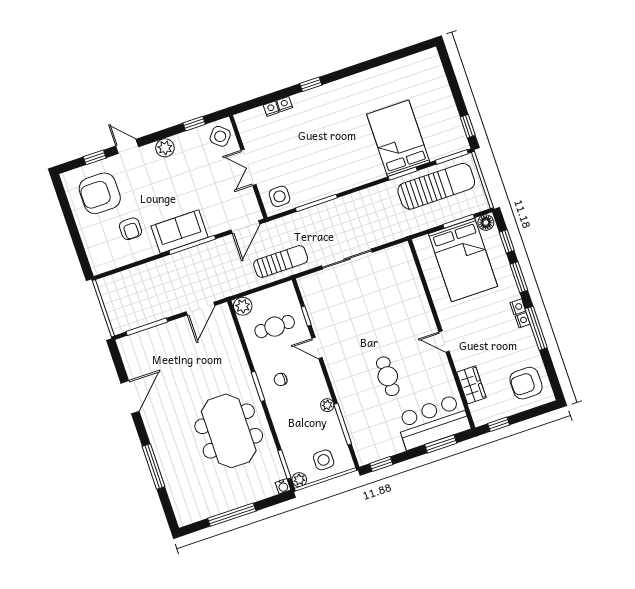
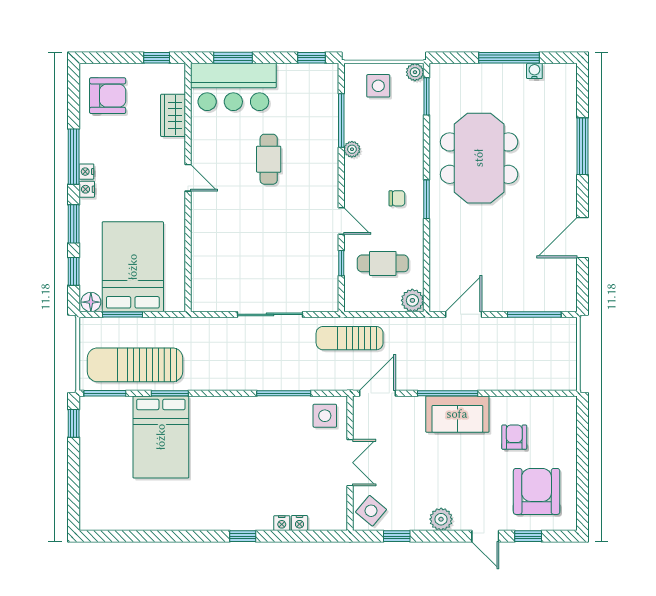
armchair: (100, 193) -> (537, 491), turned -90
water cooler: (283, 486) -> (534, 71), moved

